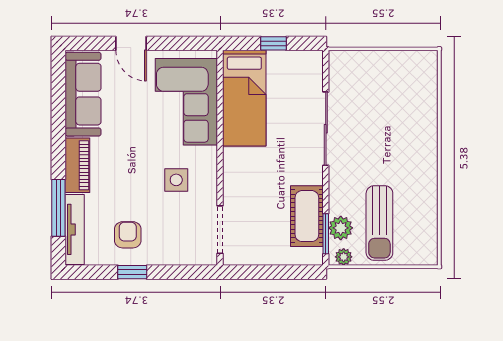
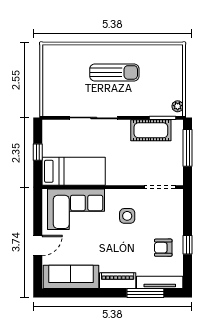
sun lounger: (379, 223) -> (114, 72), moved
plant: (341, 228) -> (159, 108), removed
window: (280, 272) -> (188, 148), added

